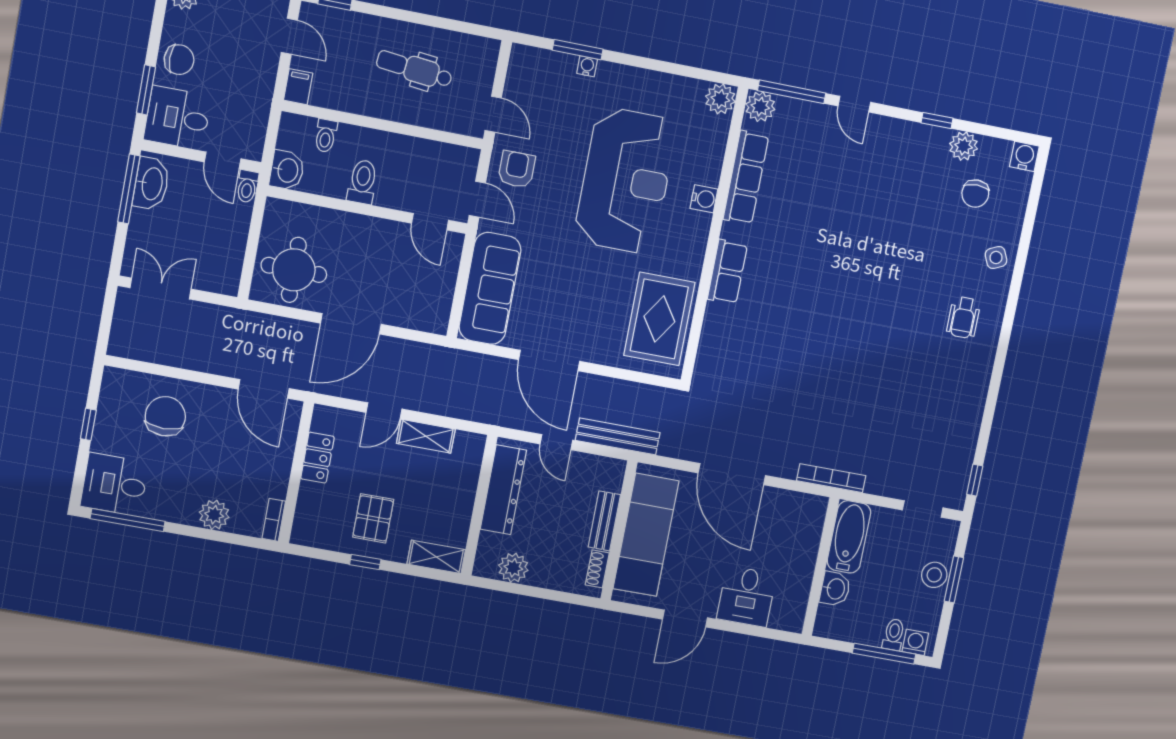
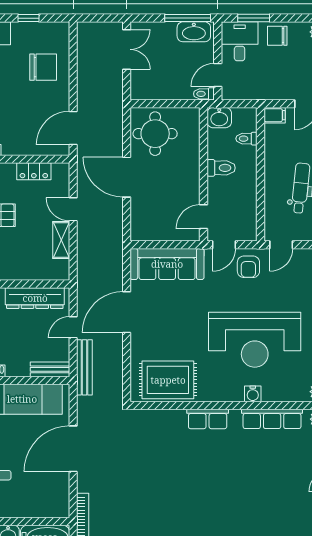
chair: (179, 60) -> (277, 36), turned 90
armchair: (517, 169) -> (248, 267), turned 90
bench: (604, 521) -> (50, 369), moved

